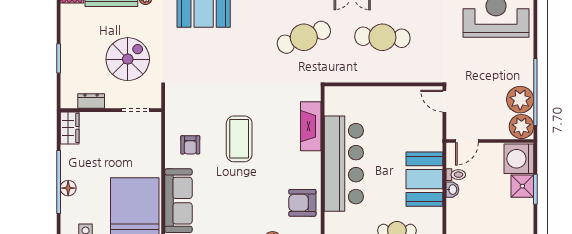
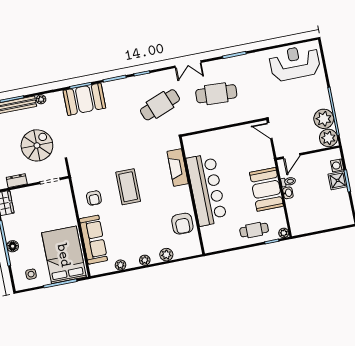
washing machine: (519, 159) -> (337, 165), width x0.53, depth x0.53
armchair: (302, 203) -> (182, 224), turned -90

